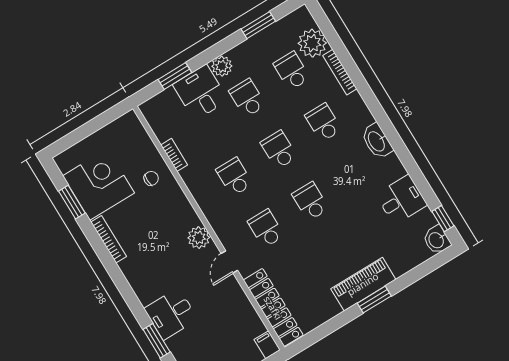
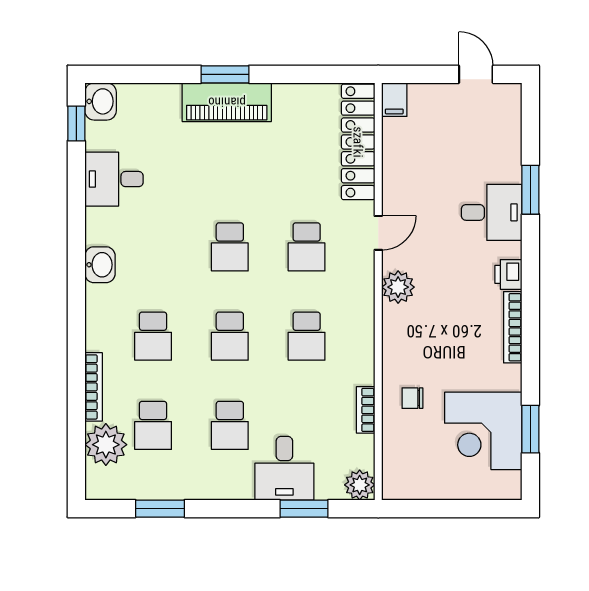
plant: (222, 66) -> (360, 485), moved
washbasin: (377, 141) -> (100, 265), width x0.72
bookcase: (109, 239) -> (513, 327), moved
printer: (139, 284) -> (508, 274), added

